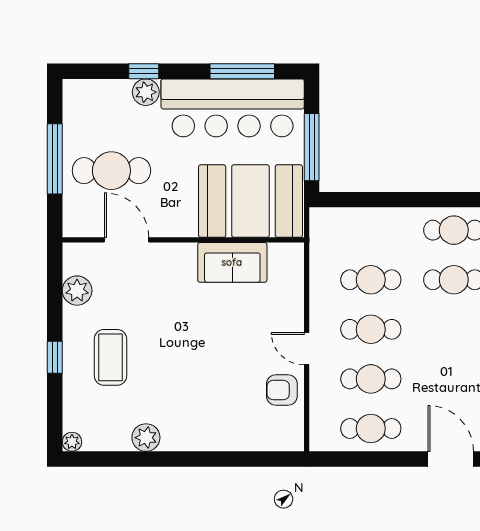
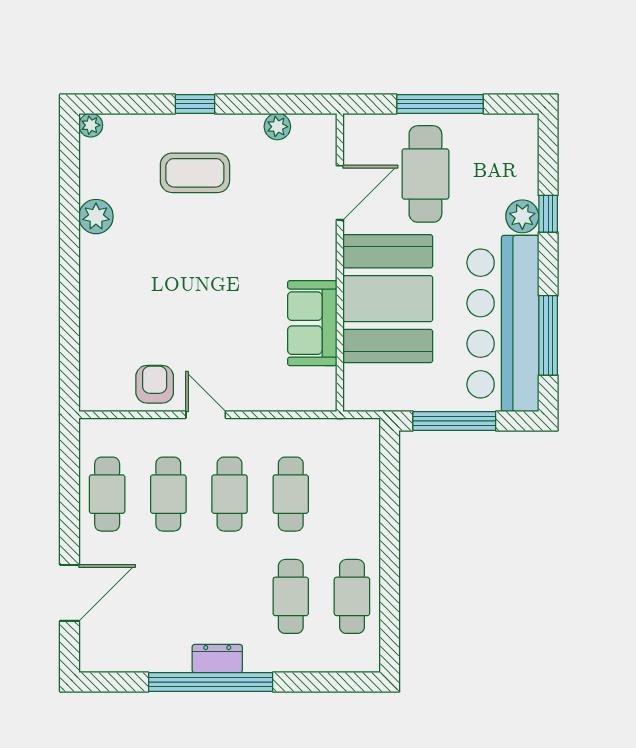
booth: (250, 201) -> (388, 299), moved
plant: (77, 291) -> (277, 127), width x0.73, depth x0.73
door: (307, 349) -> (206, 415), hinge flipped

